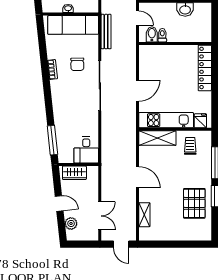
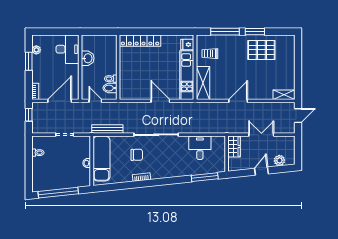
door: (137, 18) -> (95, 101), hinge flipped
desk: (86, 150) -> (200, 148), moved, turned -90
wardrobe: (74, 173) -> (234, 147), moved
shelving: (144, 215) -> (284, 95), moved
double door: (100, 216) -> (261, 135), moved

